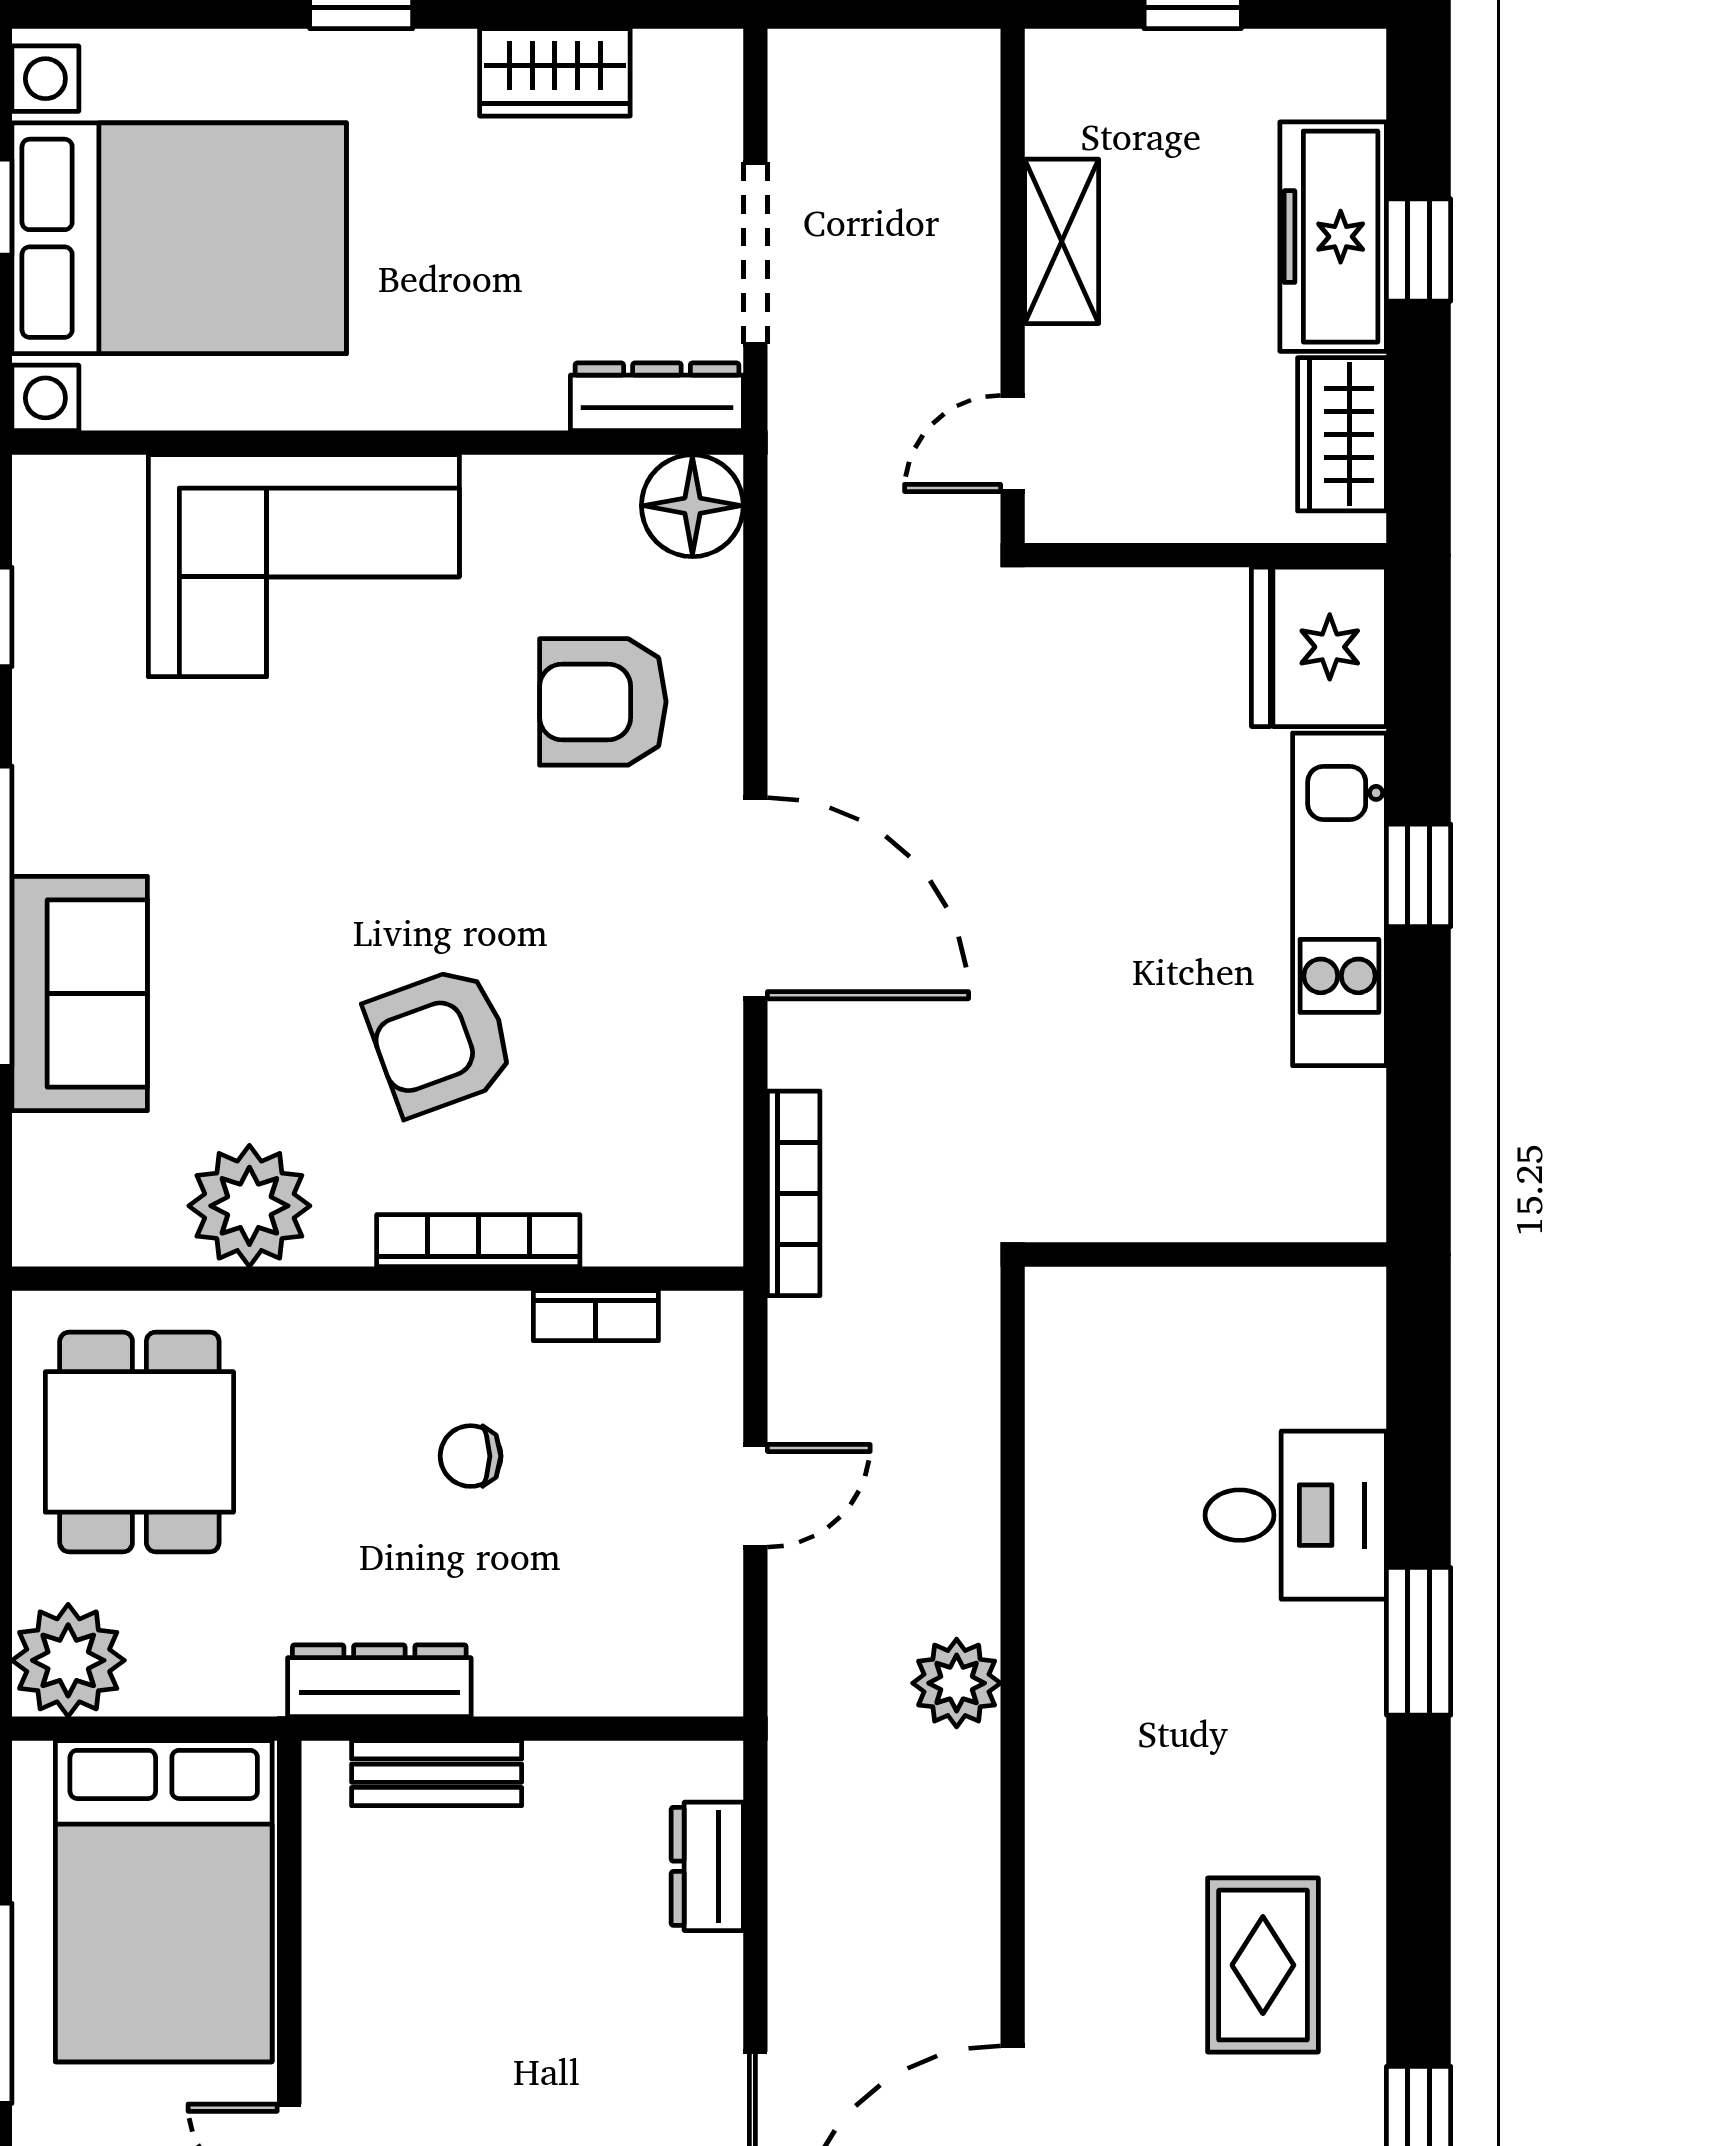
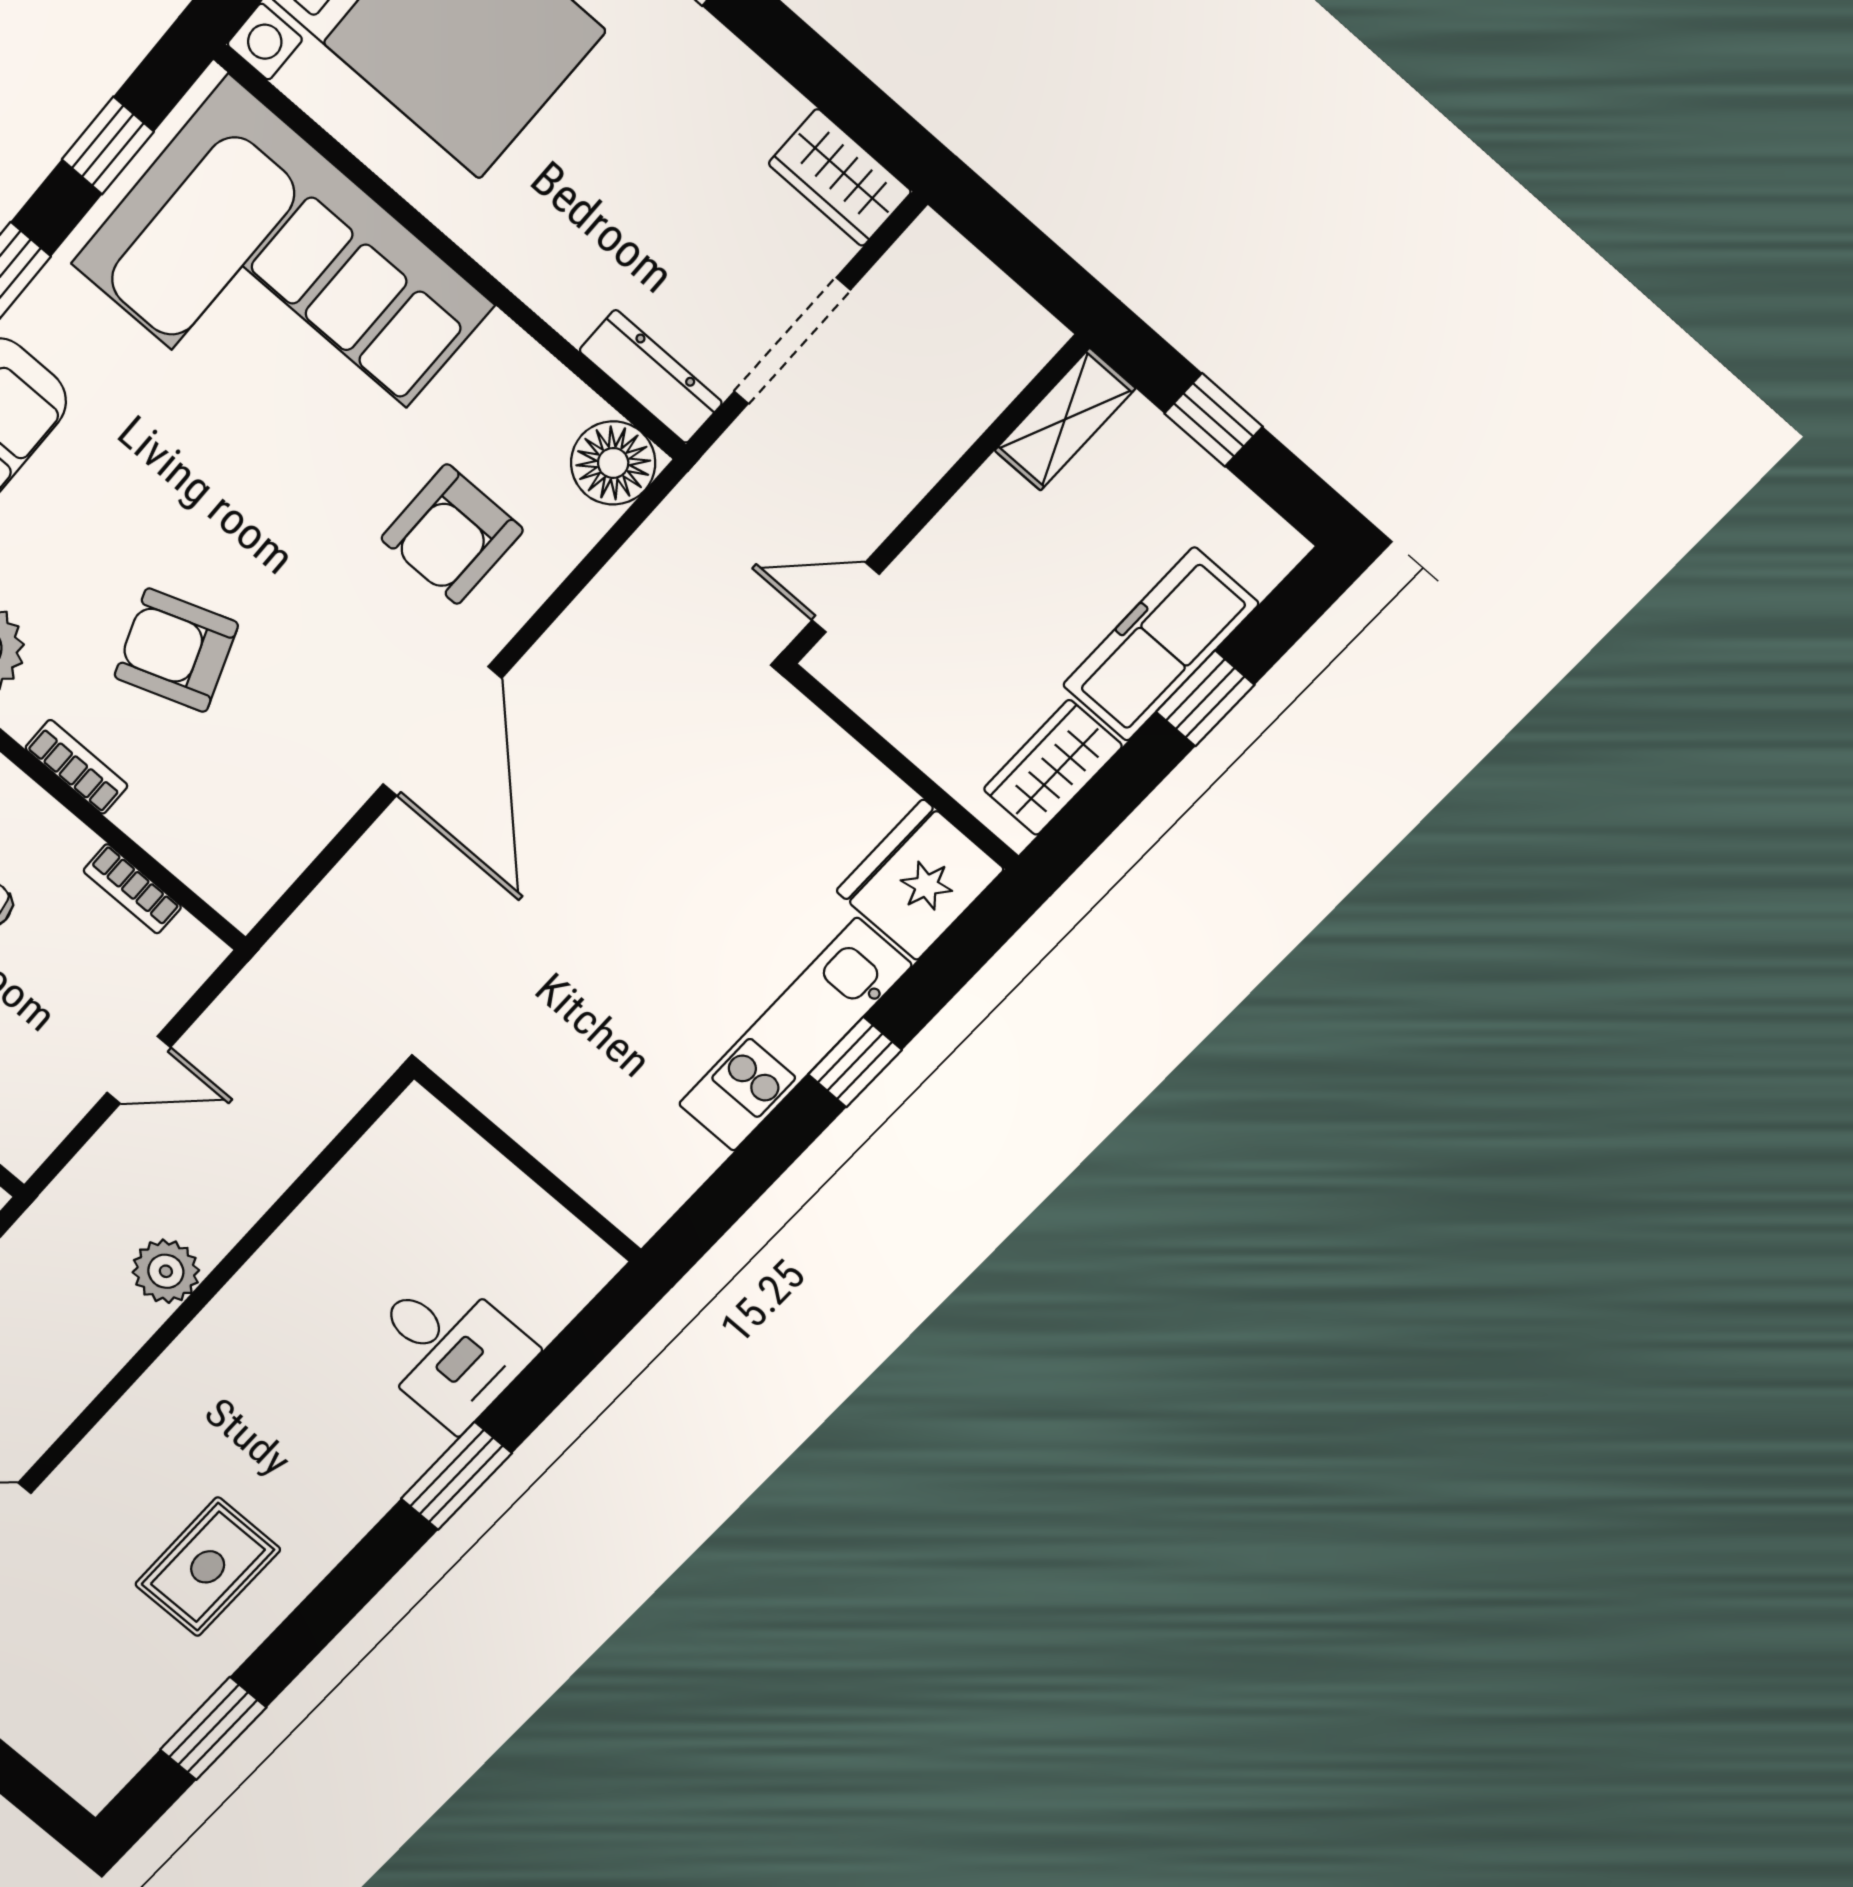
wardrobe: (555, 72) -> (840, 178), moved
shelving: (1062, 241) -> (1065, 420), moved
corner sofa: (304, 566) -> (282, 284), width x1.36, depth x1.36
armchair: (603, 702) -> (452, 534), turned -90
bookcase: (794, 1193) -> (313, 921), removed
bookcase: (478, 1241) -> (76, 767), width x0.64

